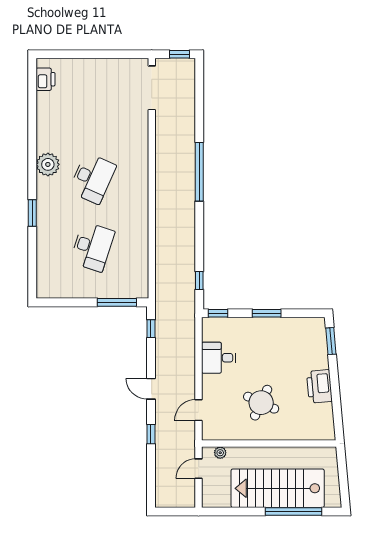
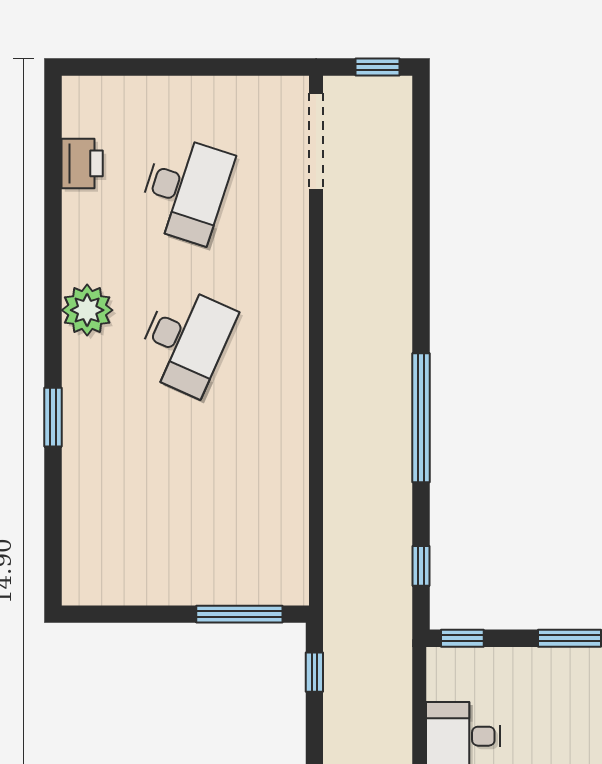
printer: (46, 79) -> (82, 163), moved
window: (199, 172) -> (421, 418), moved
desk: (92, 247) -> (185, 190), moved

